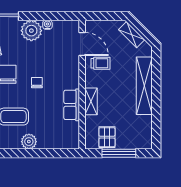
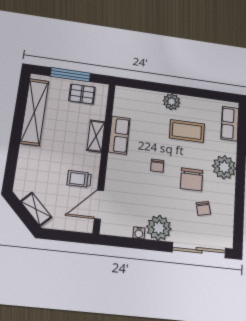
door: (82, 44) -> (99, 205), hinge flipped
shelving: (144, 86) -> (34, 112), moved
pallet: (107, 137) -> (82, 94), turned 90

